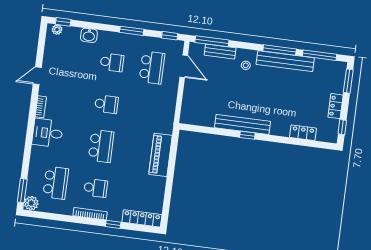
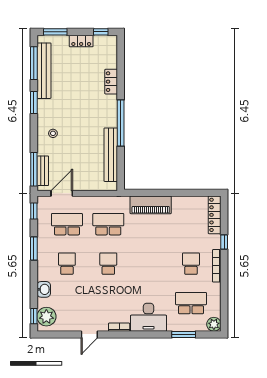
plant: (57, 30) -> (46, 317), width x1.88, depth x1.88
window: (280, 50) -> (34, 102), width x0.69
bench: (220, 51) -> (43, 171), moved
bench: (285, 61) -> (44, 71), moved
door: (37, 76) -> (89, 335), hinge flipped
bench: (243, 124) -> (111, 155), moved
desk: (48, 133) -> (148, 317), width x1.37
locker: (303, 133) -> (111, 82), moved
window: (247, 135) -> (121, 123), width x3.17
school desk: (101, 146) -> (108, 224), moved
window: (22, 191) -> (184, 335), moved

